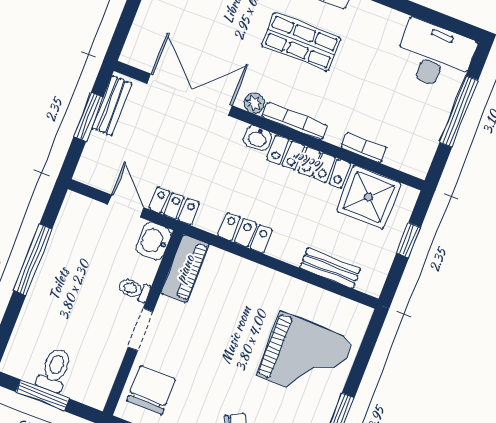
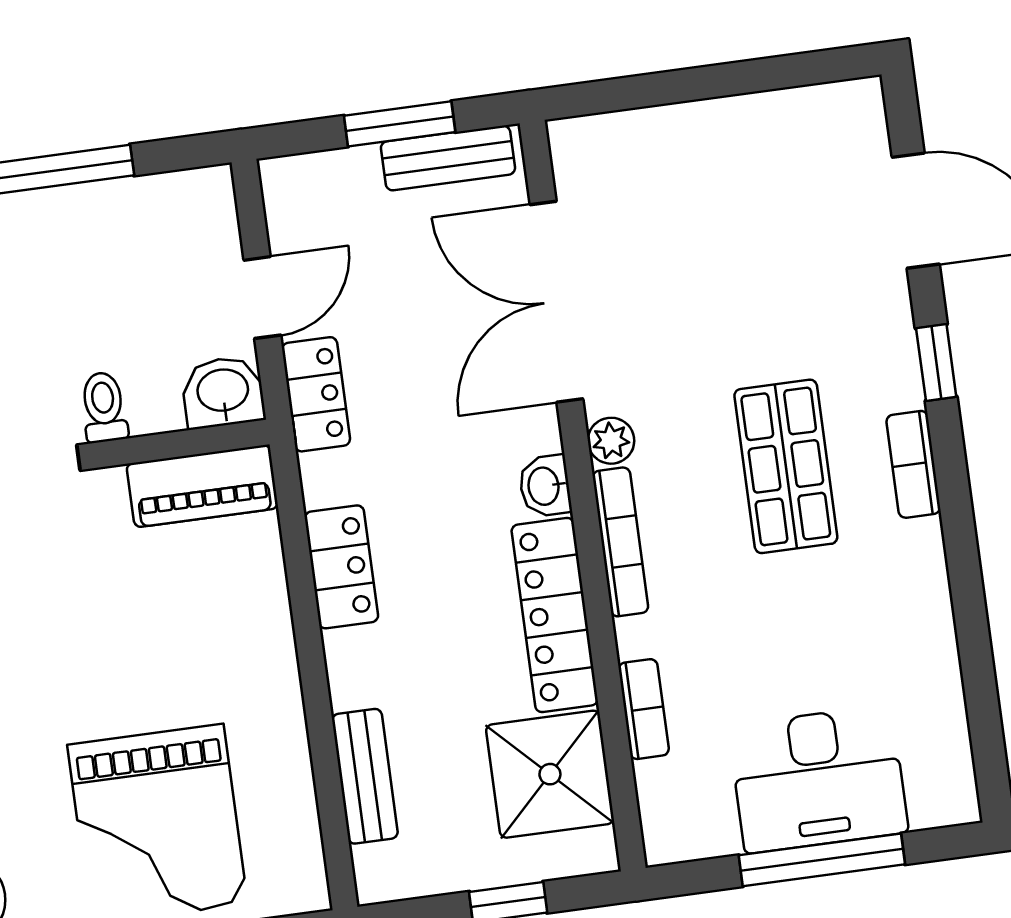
desk: (435, 55) -> (818, 779), moved, turned 90
double door: (190, 95) -> (556, 302), swing flipped

